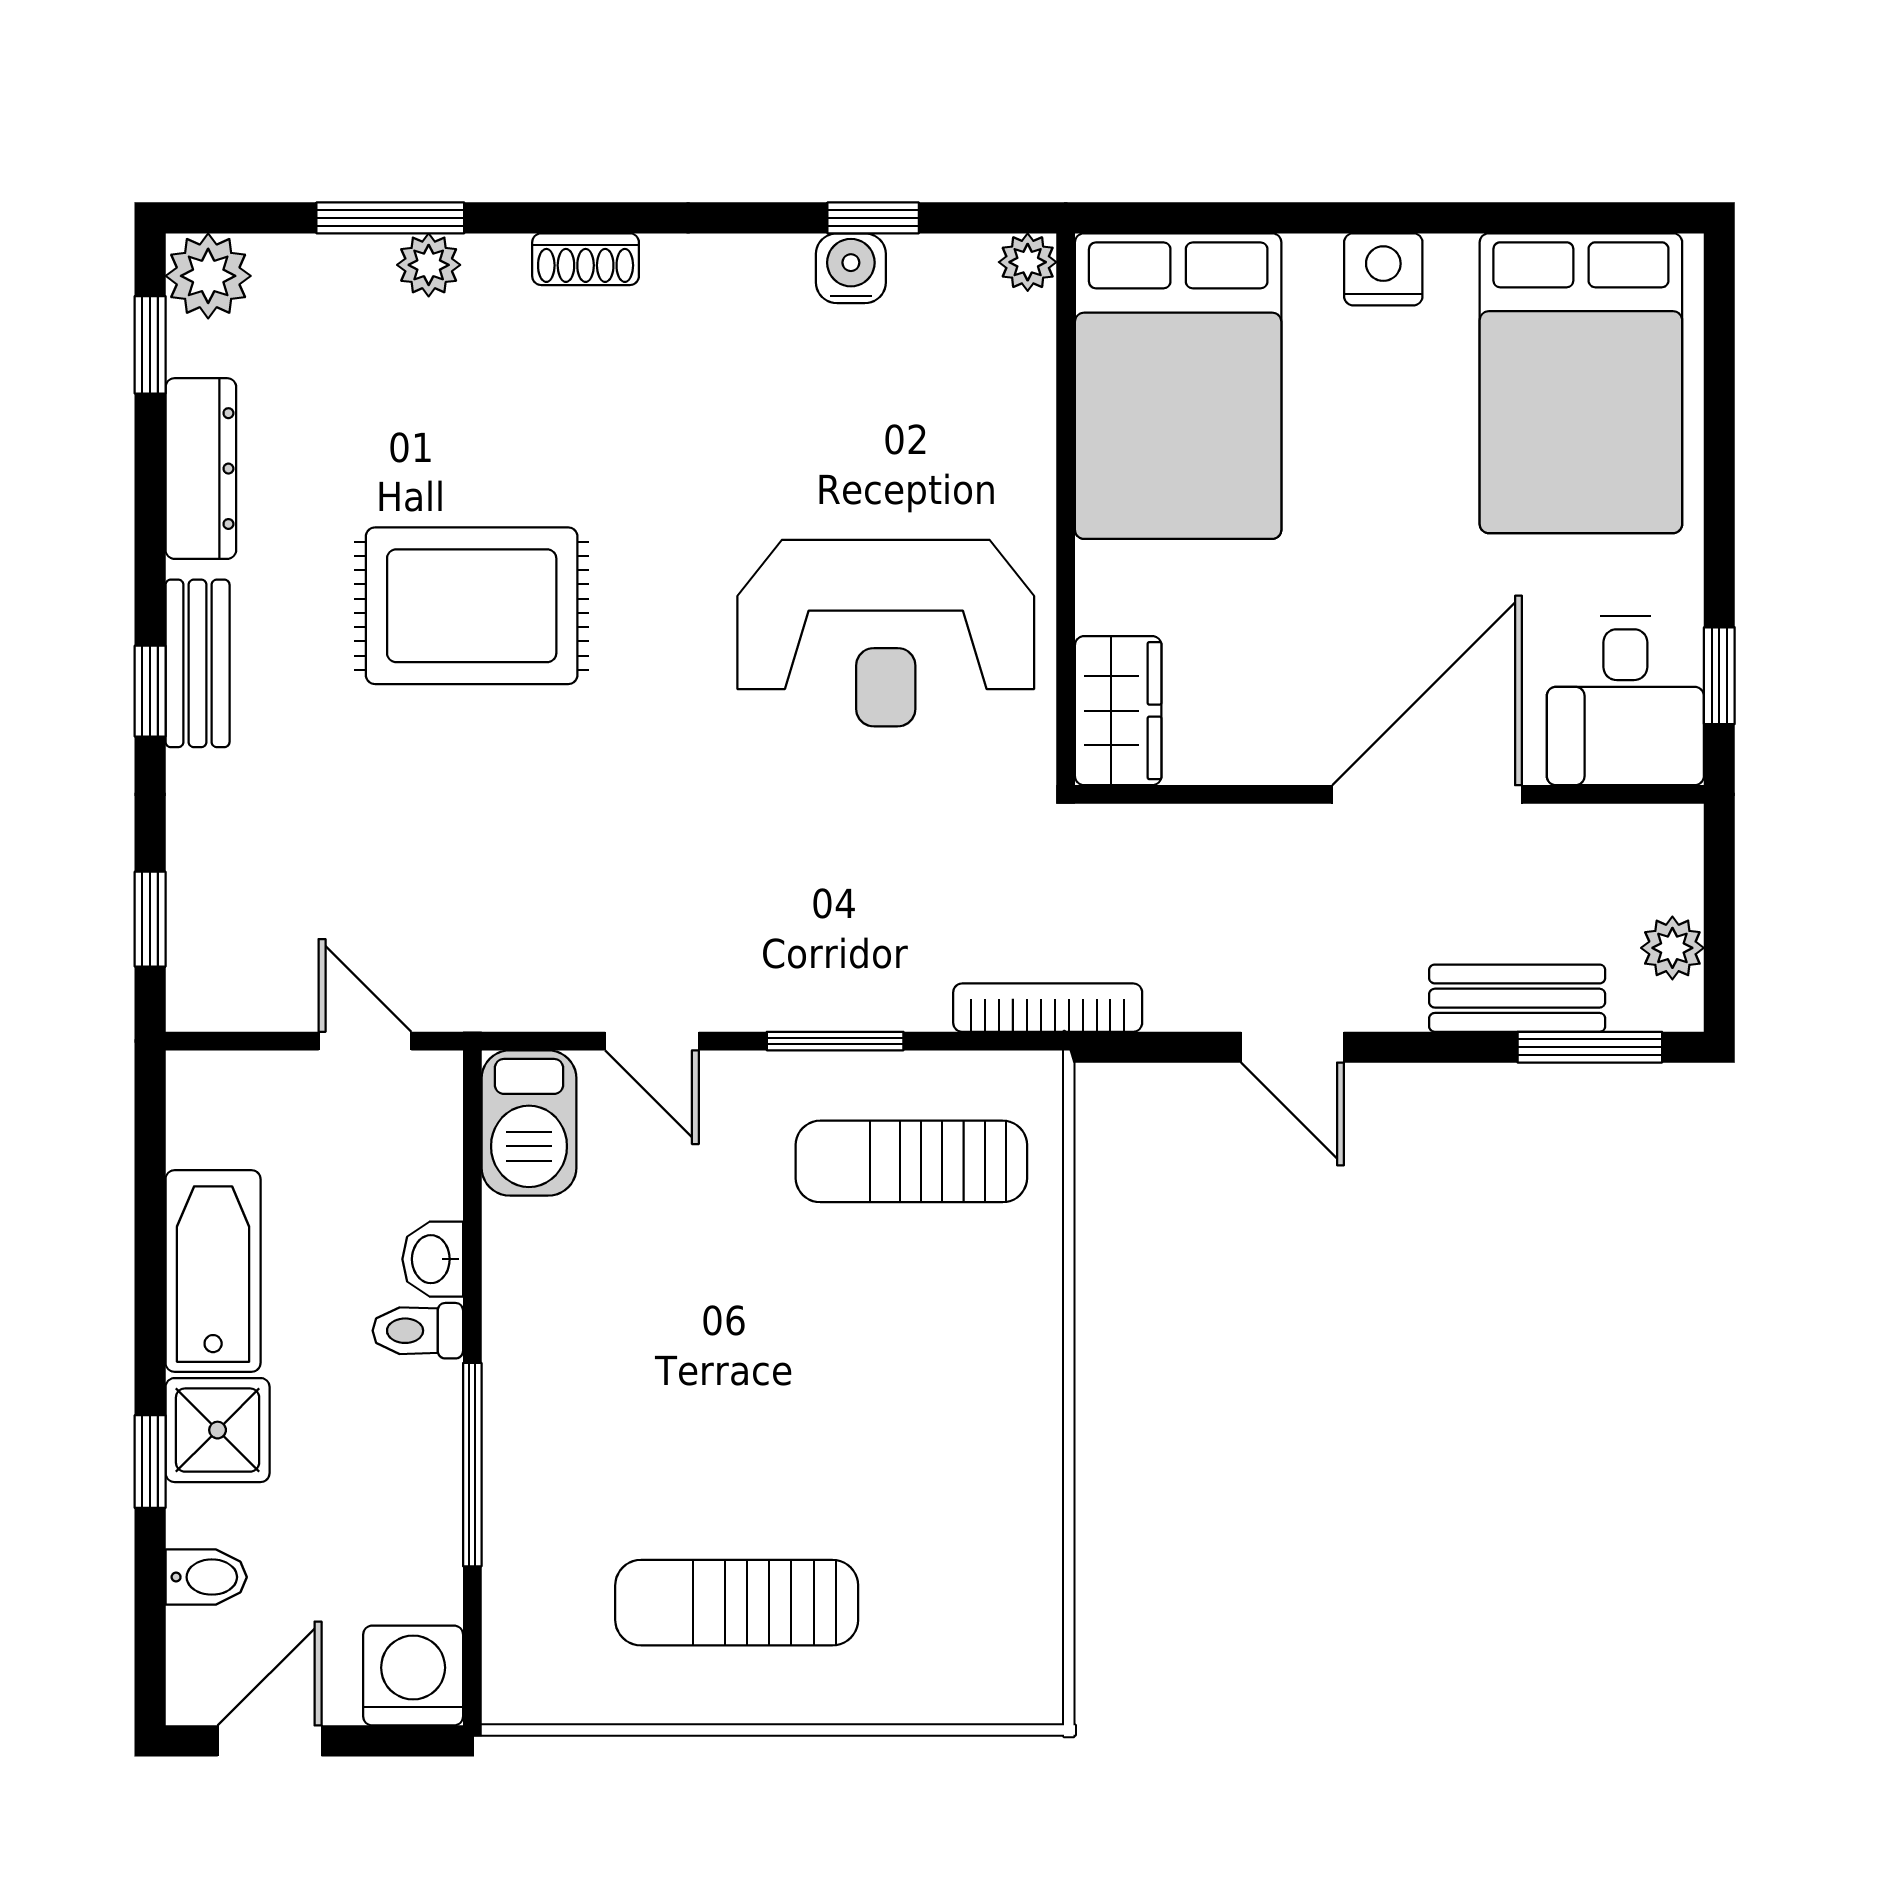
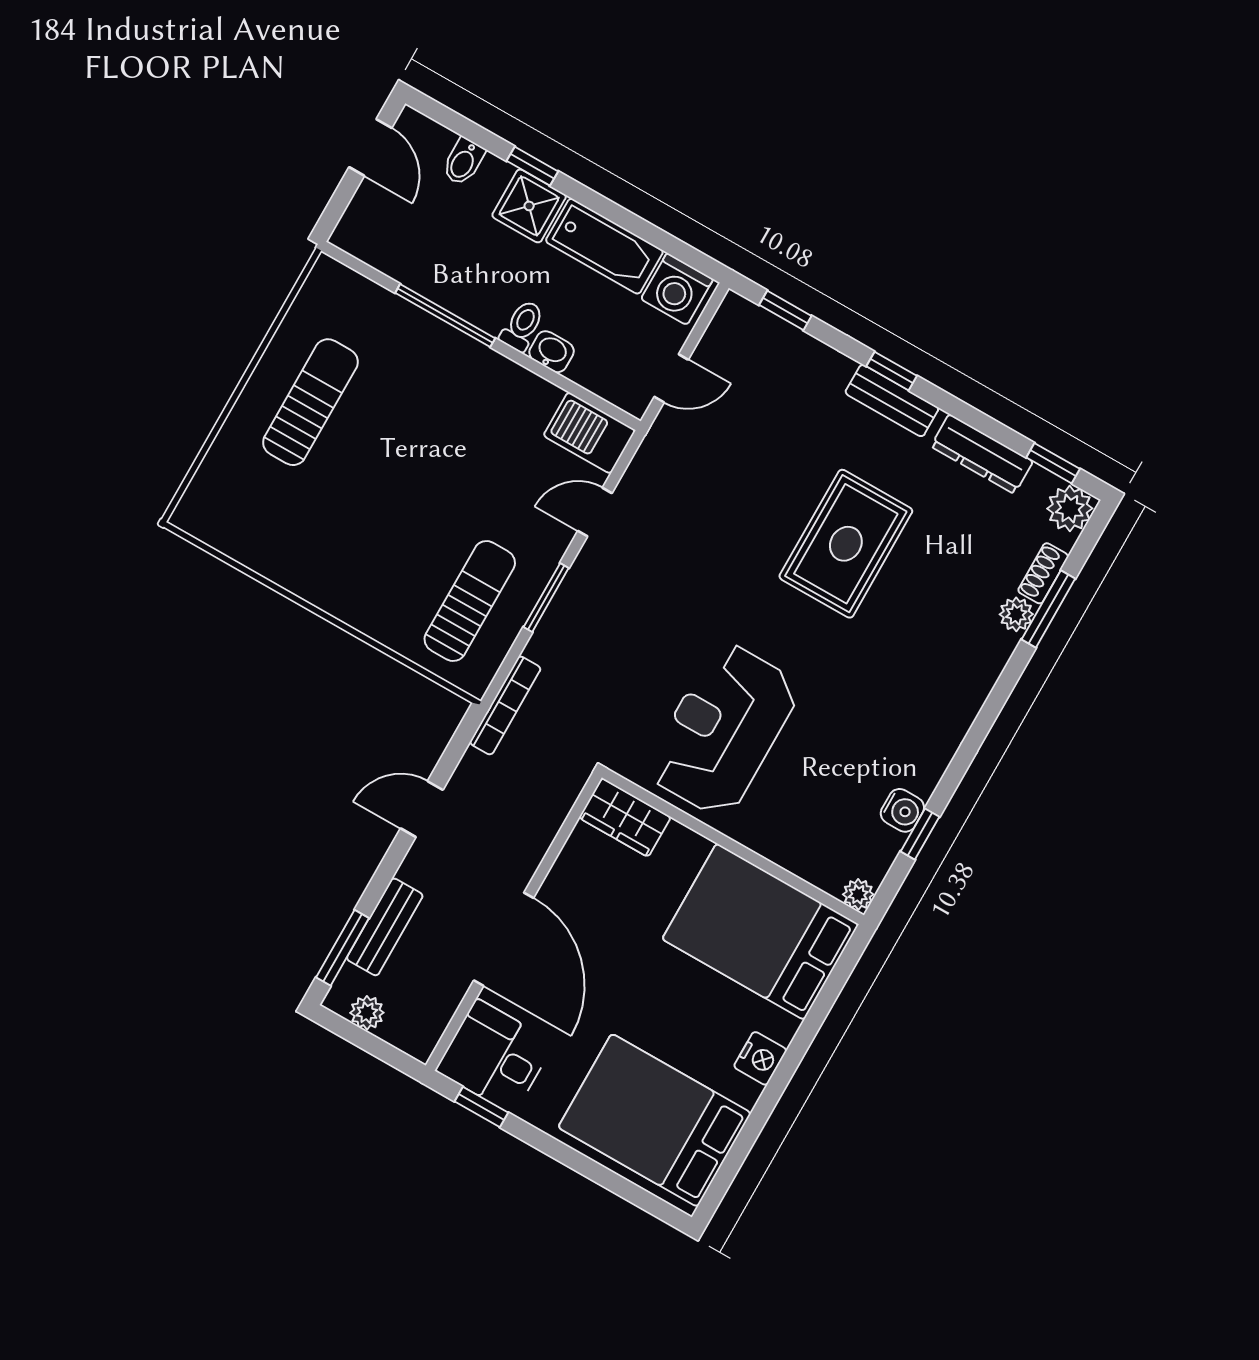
shoe rack: (586, 259) -> (1043, 573), moved
washing machine: (413, 1675) -> (677, 289), moved, turned 90

